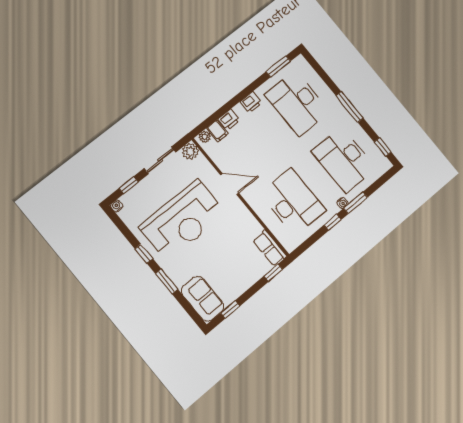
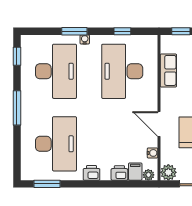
water cooler: (216, 157) -> (152, 153), added
window: (333, 222) -> (122, 31), moved
row of seats: (270, 248) -> (168, 70), moved

